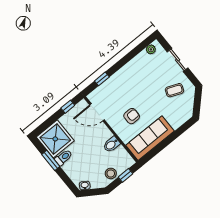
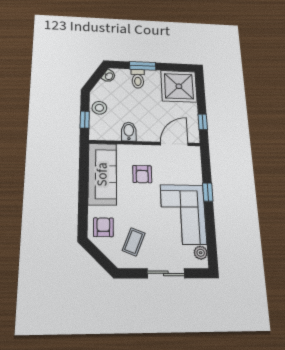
corner sofa: (136, 75) -> (183, 214), added
window: (102, 79) -> (208, 192), moved
armchair: (180, 113) -> (103, 227), added
toilet: (64, 157) -> (138, 79), moved
window: (51, 160) -> (143, 66), moved

